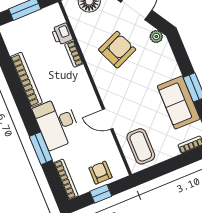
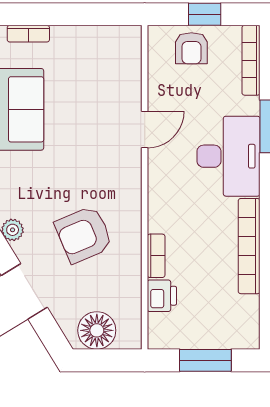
door: (108, 119) -> (145, 129), hinge flipped
coffee table: (141, 146) -> (109, 64), removed

